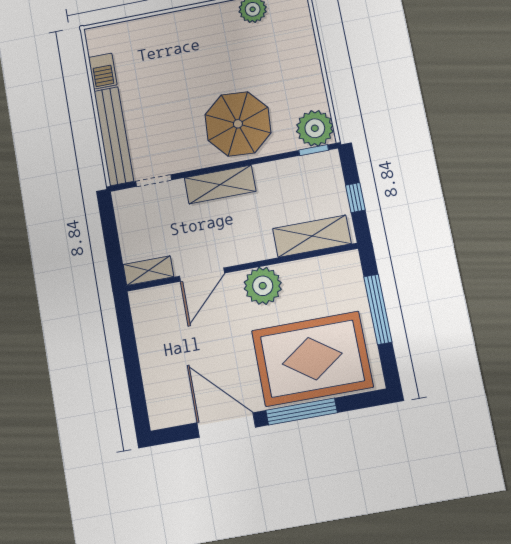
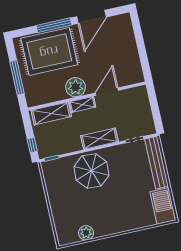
barbecue: (103, 71) -> (163, 206), width x1.88, depth x1.53
plant: (315, 128) -> (51, 170), removed
window: (355, 198) -> (32, 145), moved
shelving: (148, 271) -> (82, 104), moved
door: (226, 425) -> (91, 17), hinge flipped

